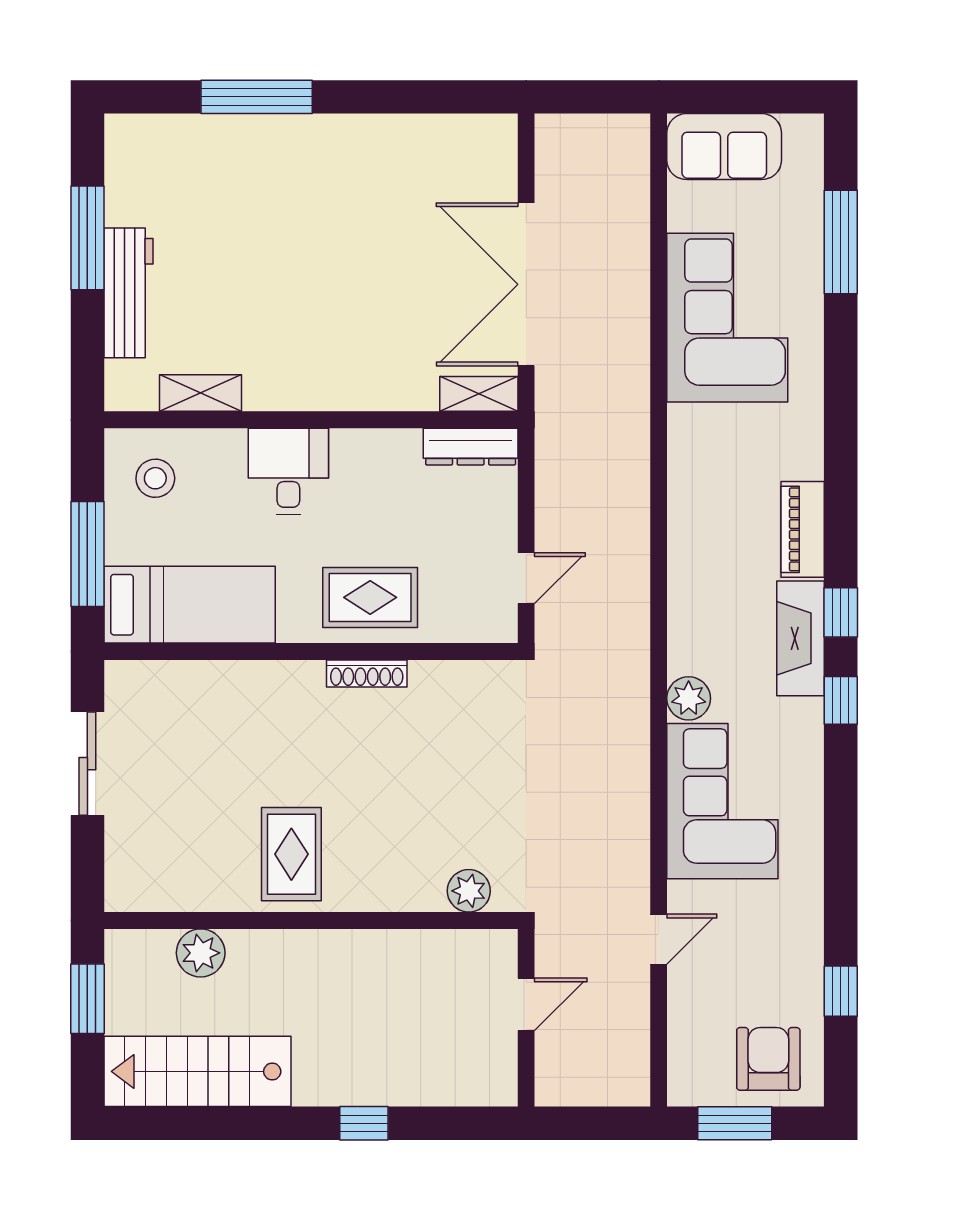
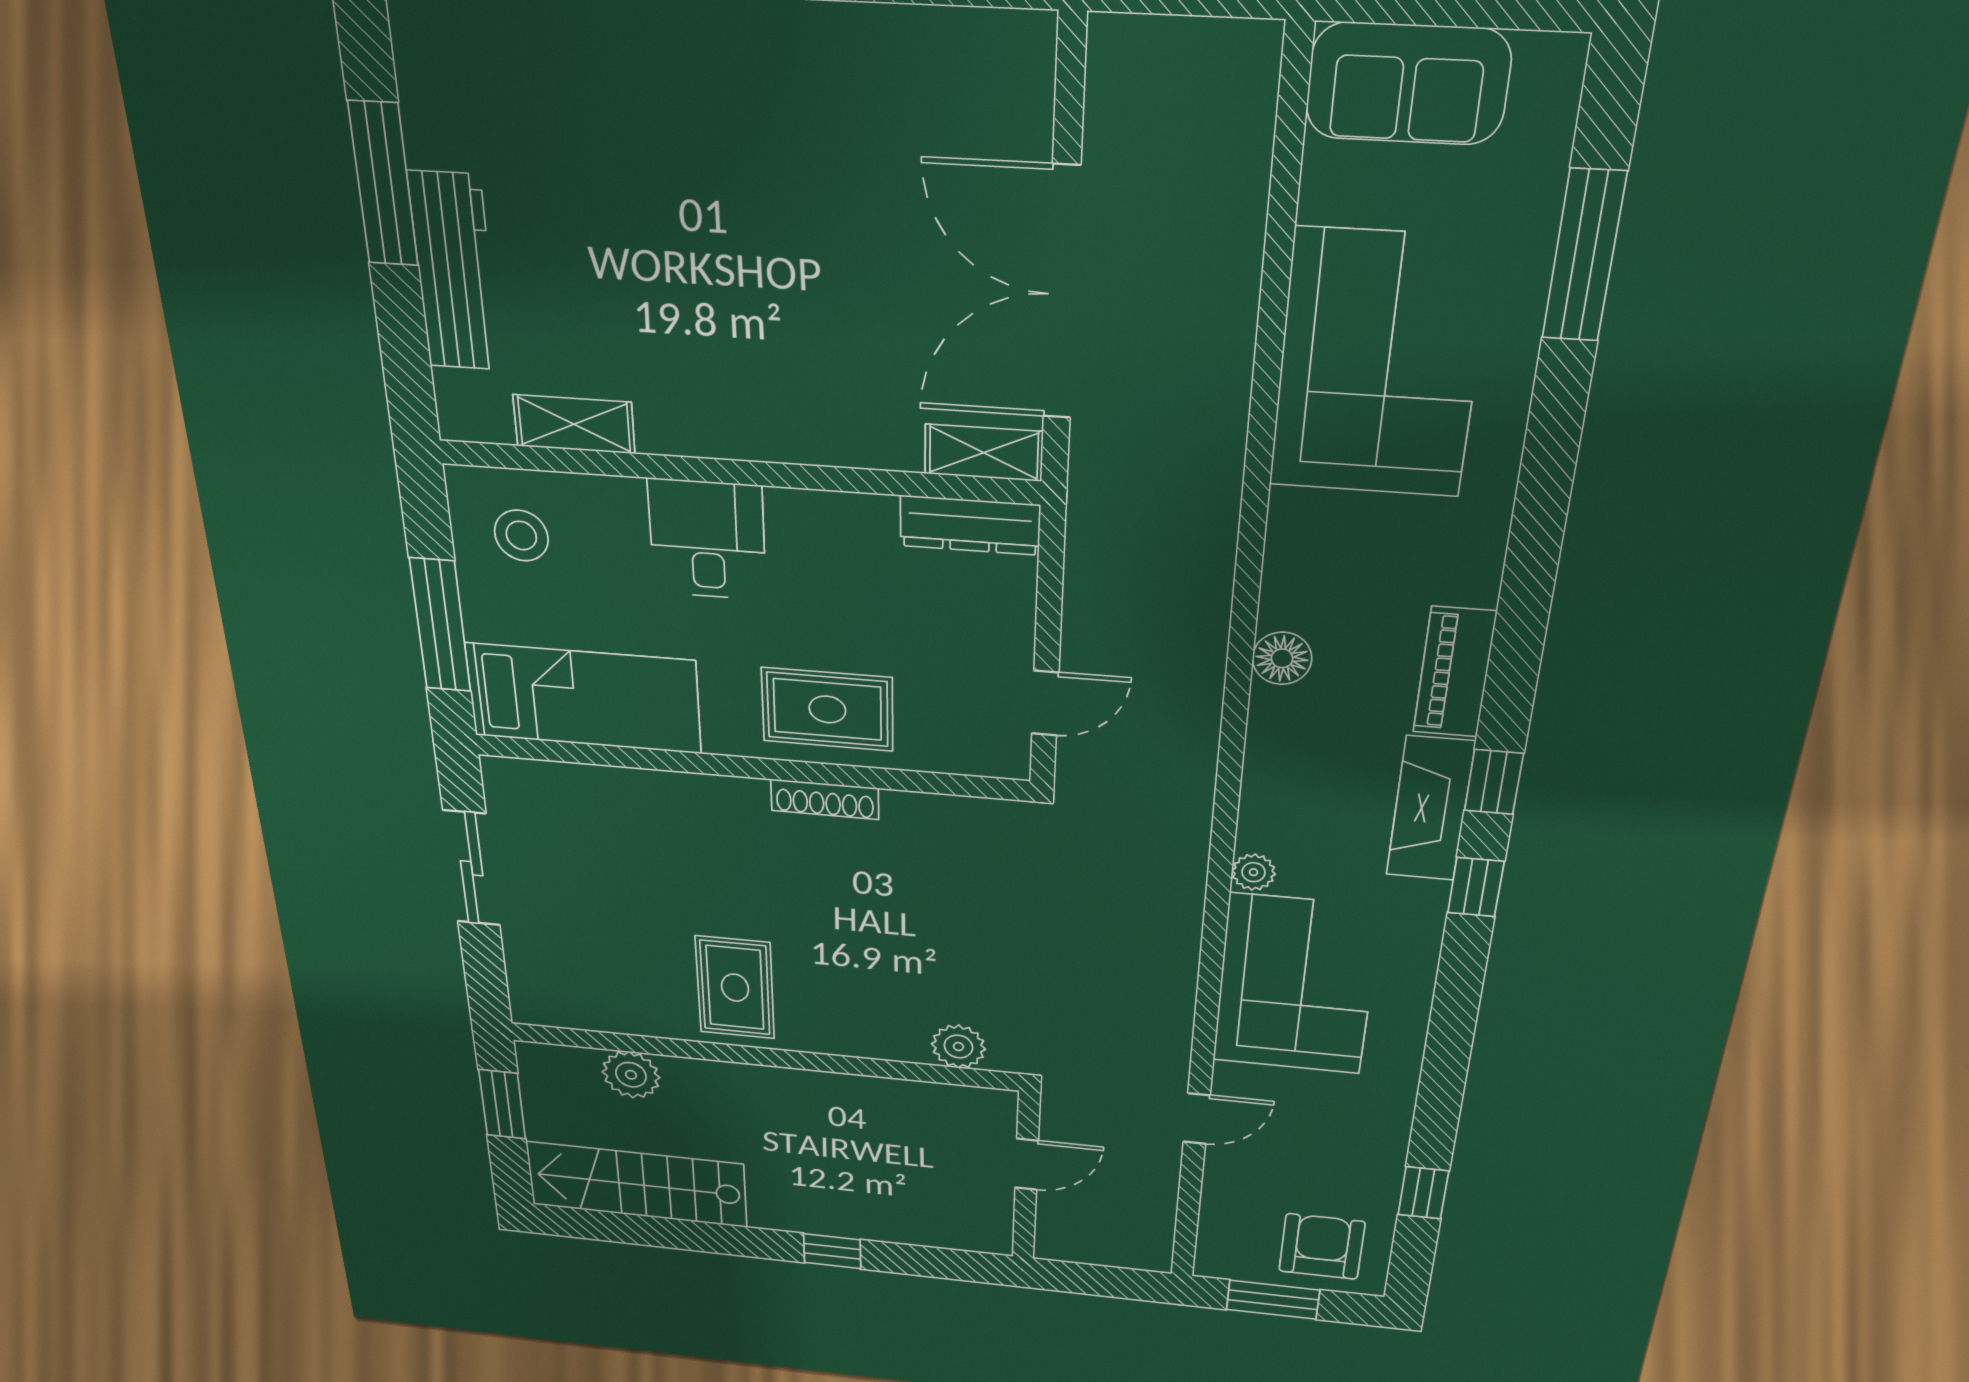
floor lamp: (687, 529) -> (1282, 658), added
plant: (689, 698) -> (1254, 872), width x0.73, depth x0.73

